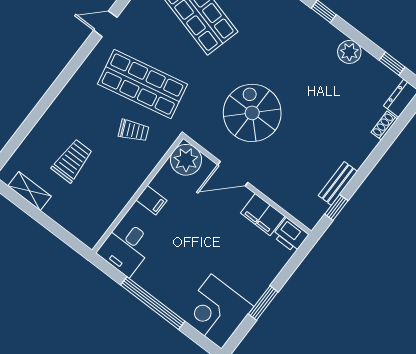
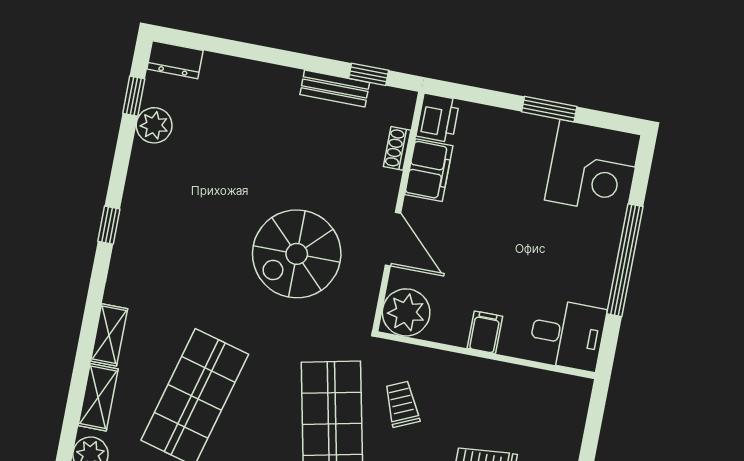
plant: (349, 52) -> (154, 125), moved
shoe rack: (384, 126) -> (397, 148), moved, turned 90

